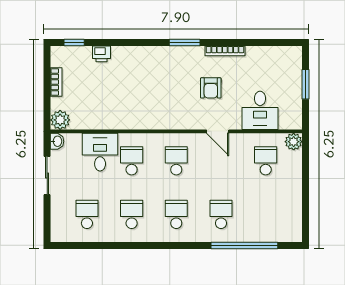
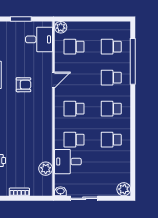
desk: (260, 110) -> (39, 39), moved
plant: (60, 120) -> (46, 169), moved
school desk: (87, 214) -> (111, 47), moved
plant: (60, 232) -> (124, 189), added

